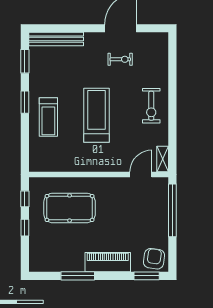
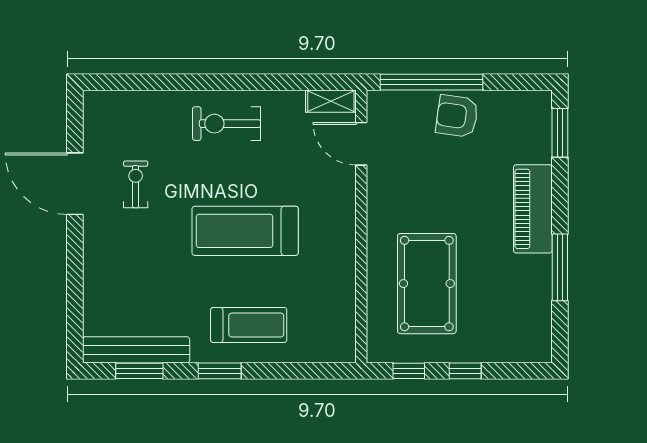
bench: (56, 39) -> (136, 350), moved, turned 90
exercise bike: (151, 106) -> (227, 124), turned 180
armchair: (154, 259) -> (457, 116), moved

